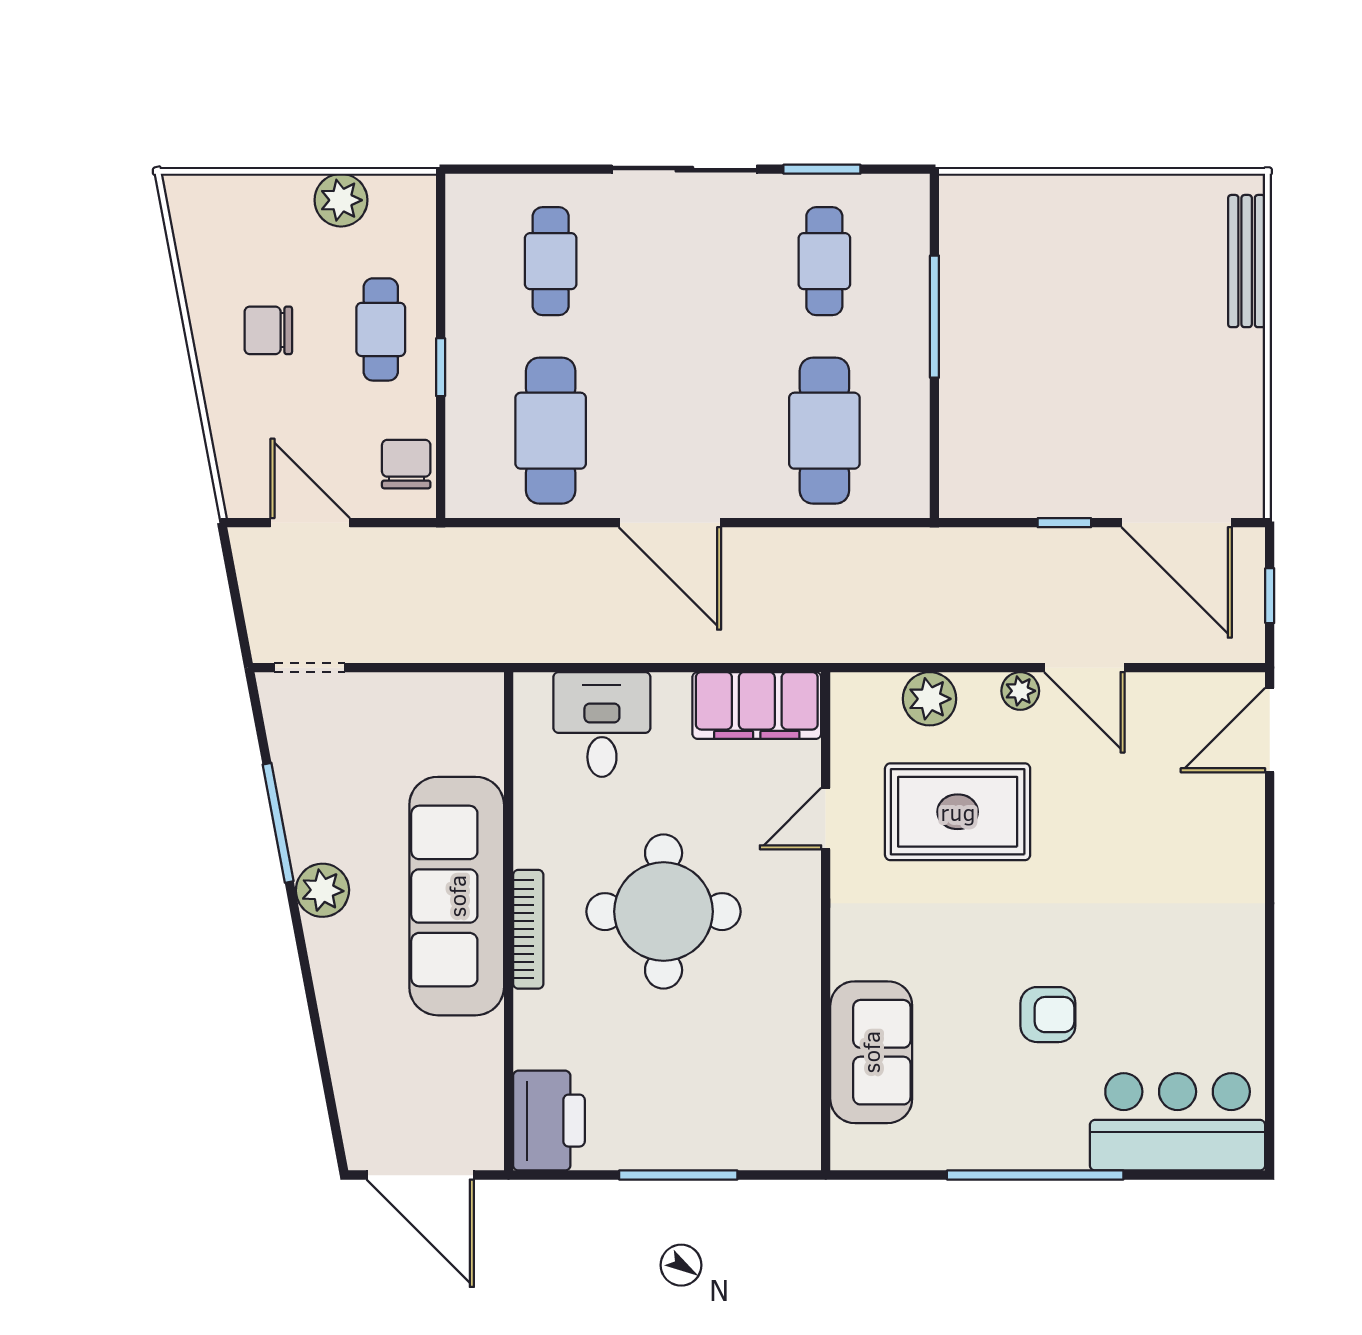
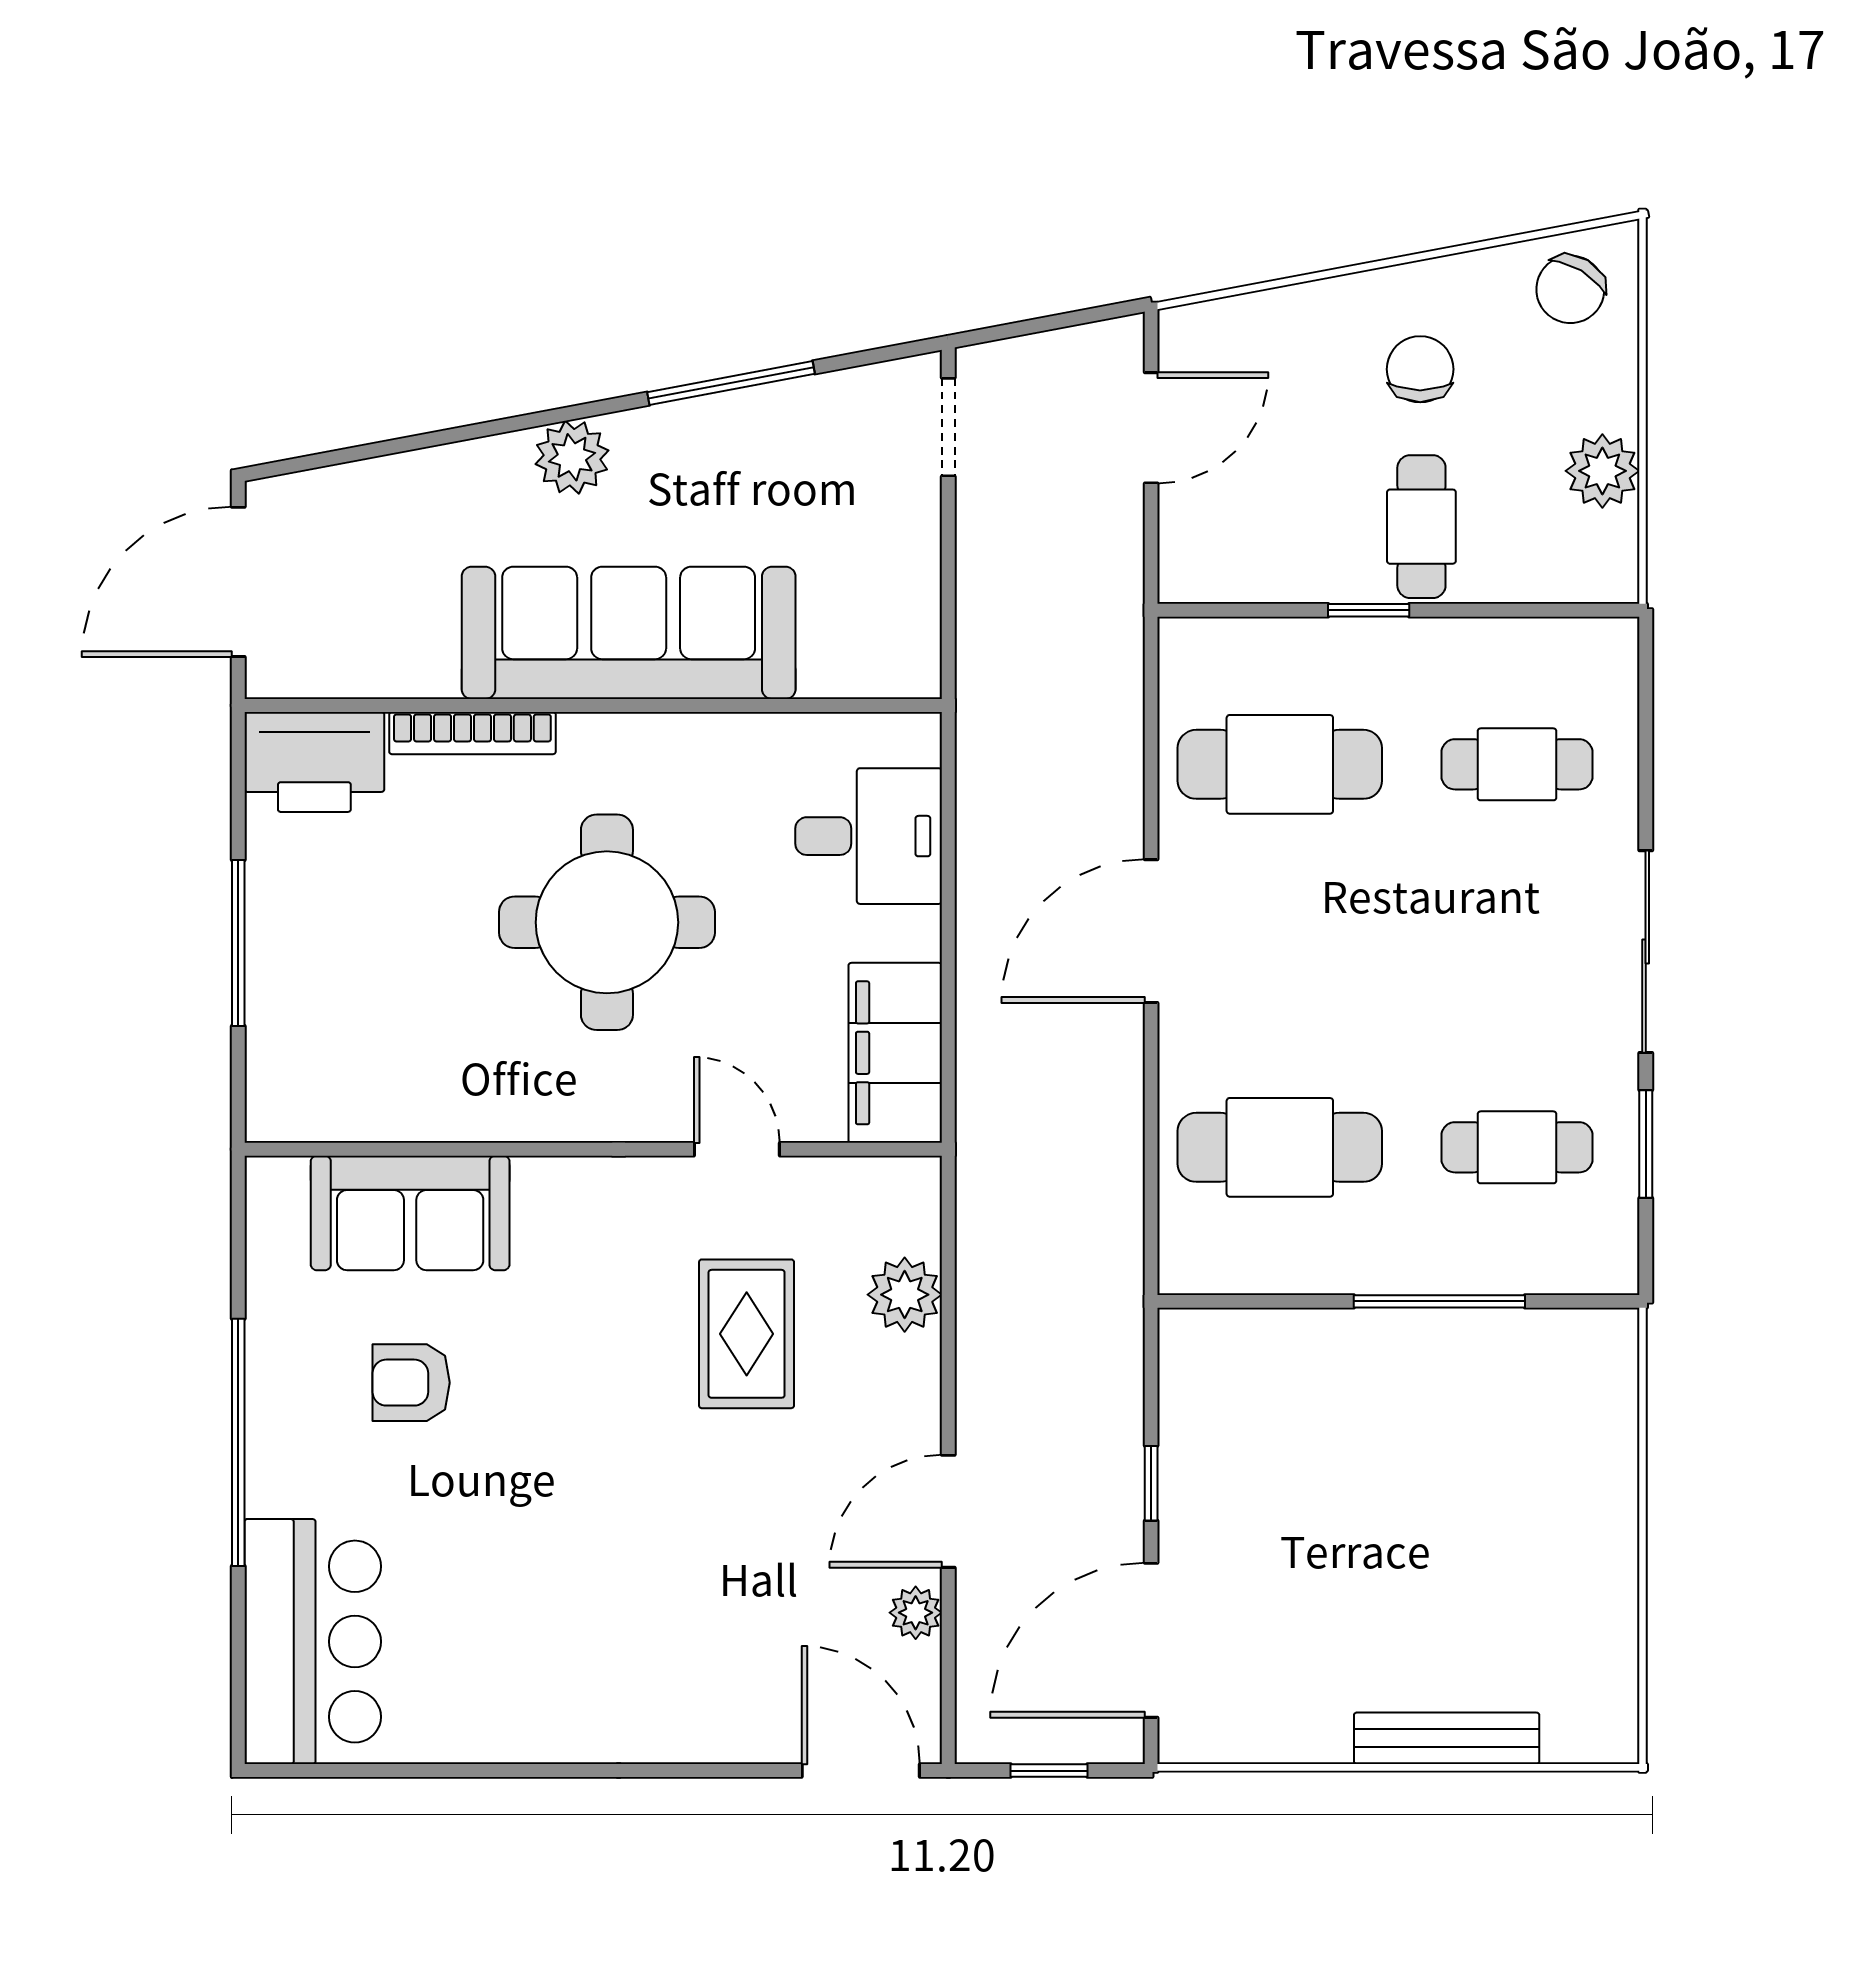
bench: (1247, 261) -> (1447, 1738), moved
cafe table: (381, 329) -> (1421, 527), turned 90
chair: (406, 464) -> (1570, 289), moved, turned 121
plant: (1020, 691) -> (916, 1613), moved
rug: (958, 812) -> (747, 1334), width x0.73, depth x0.70
plant: (322, 890) -> (572, 457), moved
bookcase: (528, 929) -> (472, 733), moved
armchair: (1048, 1015) -> (411, 1383), moved, turned 90

